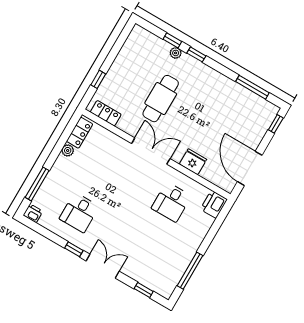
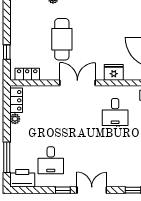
printer: (33, 213) -> (22, 178), width x1.87, depth x1.48

